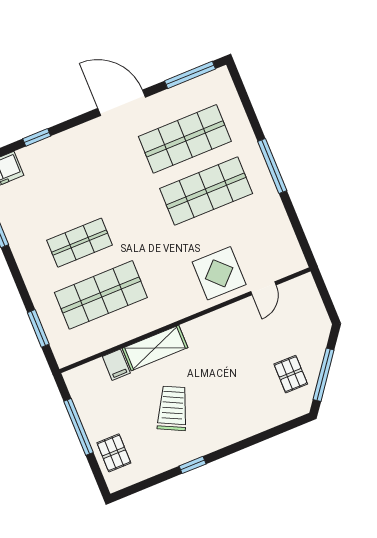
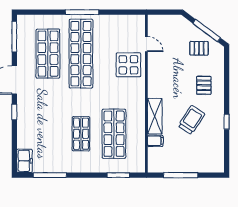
window: (37, 137) -> (14, 112), moved
shop shelf: (206, 191) -> (81, 54), width x1.40
trolley: (173, 408) -> (191, 120), turned 97
pallet: (114, 453) -> (204, 85), moved, turned 90

